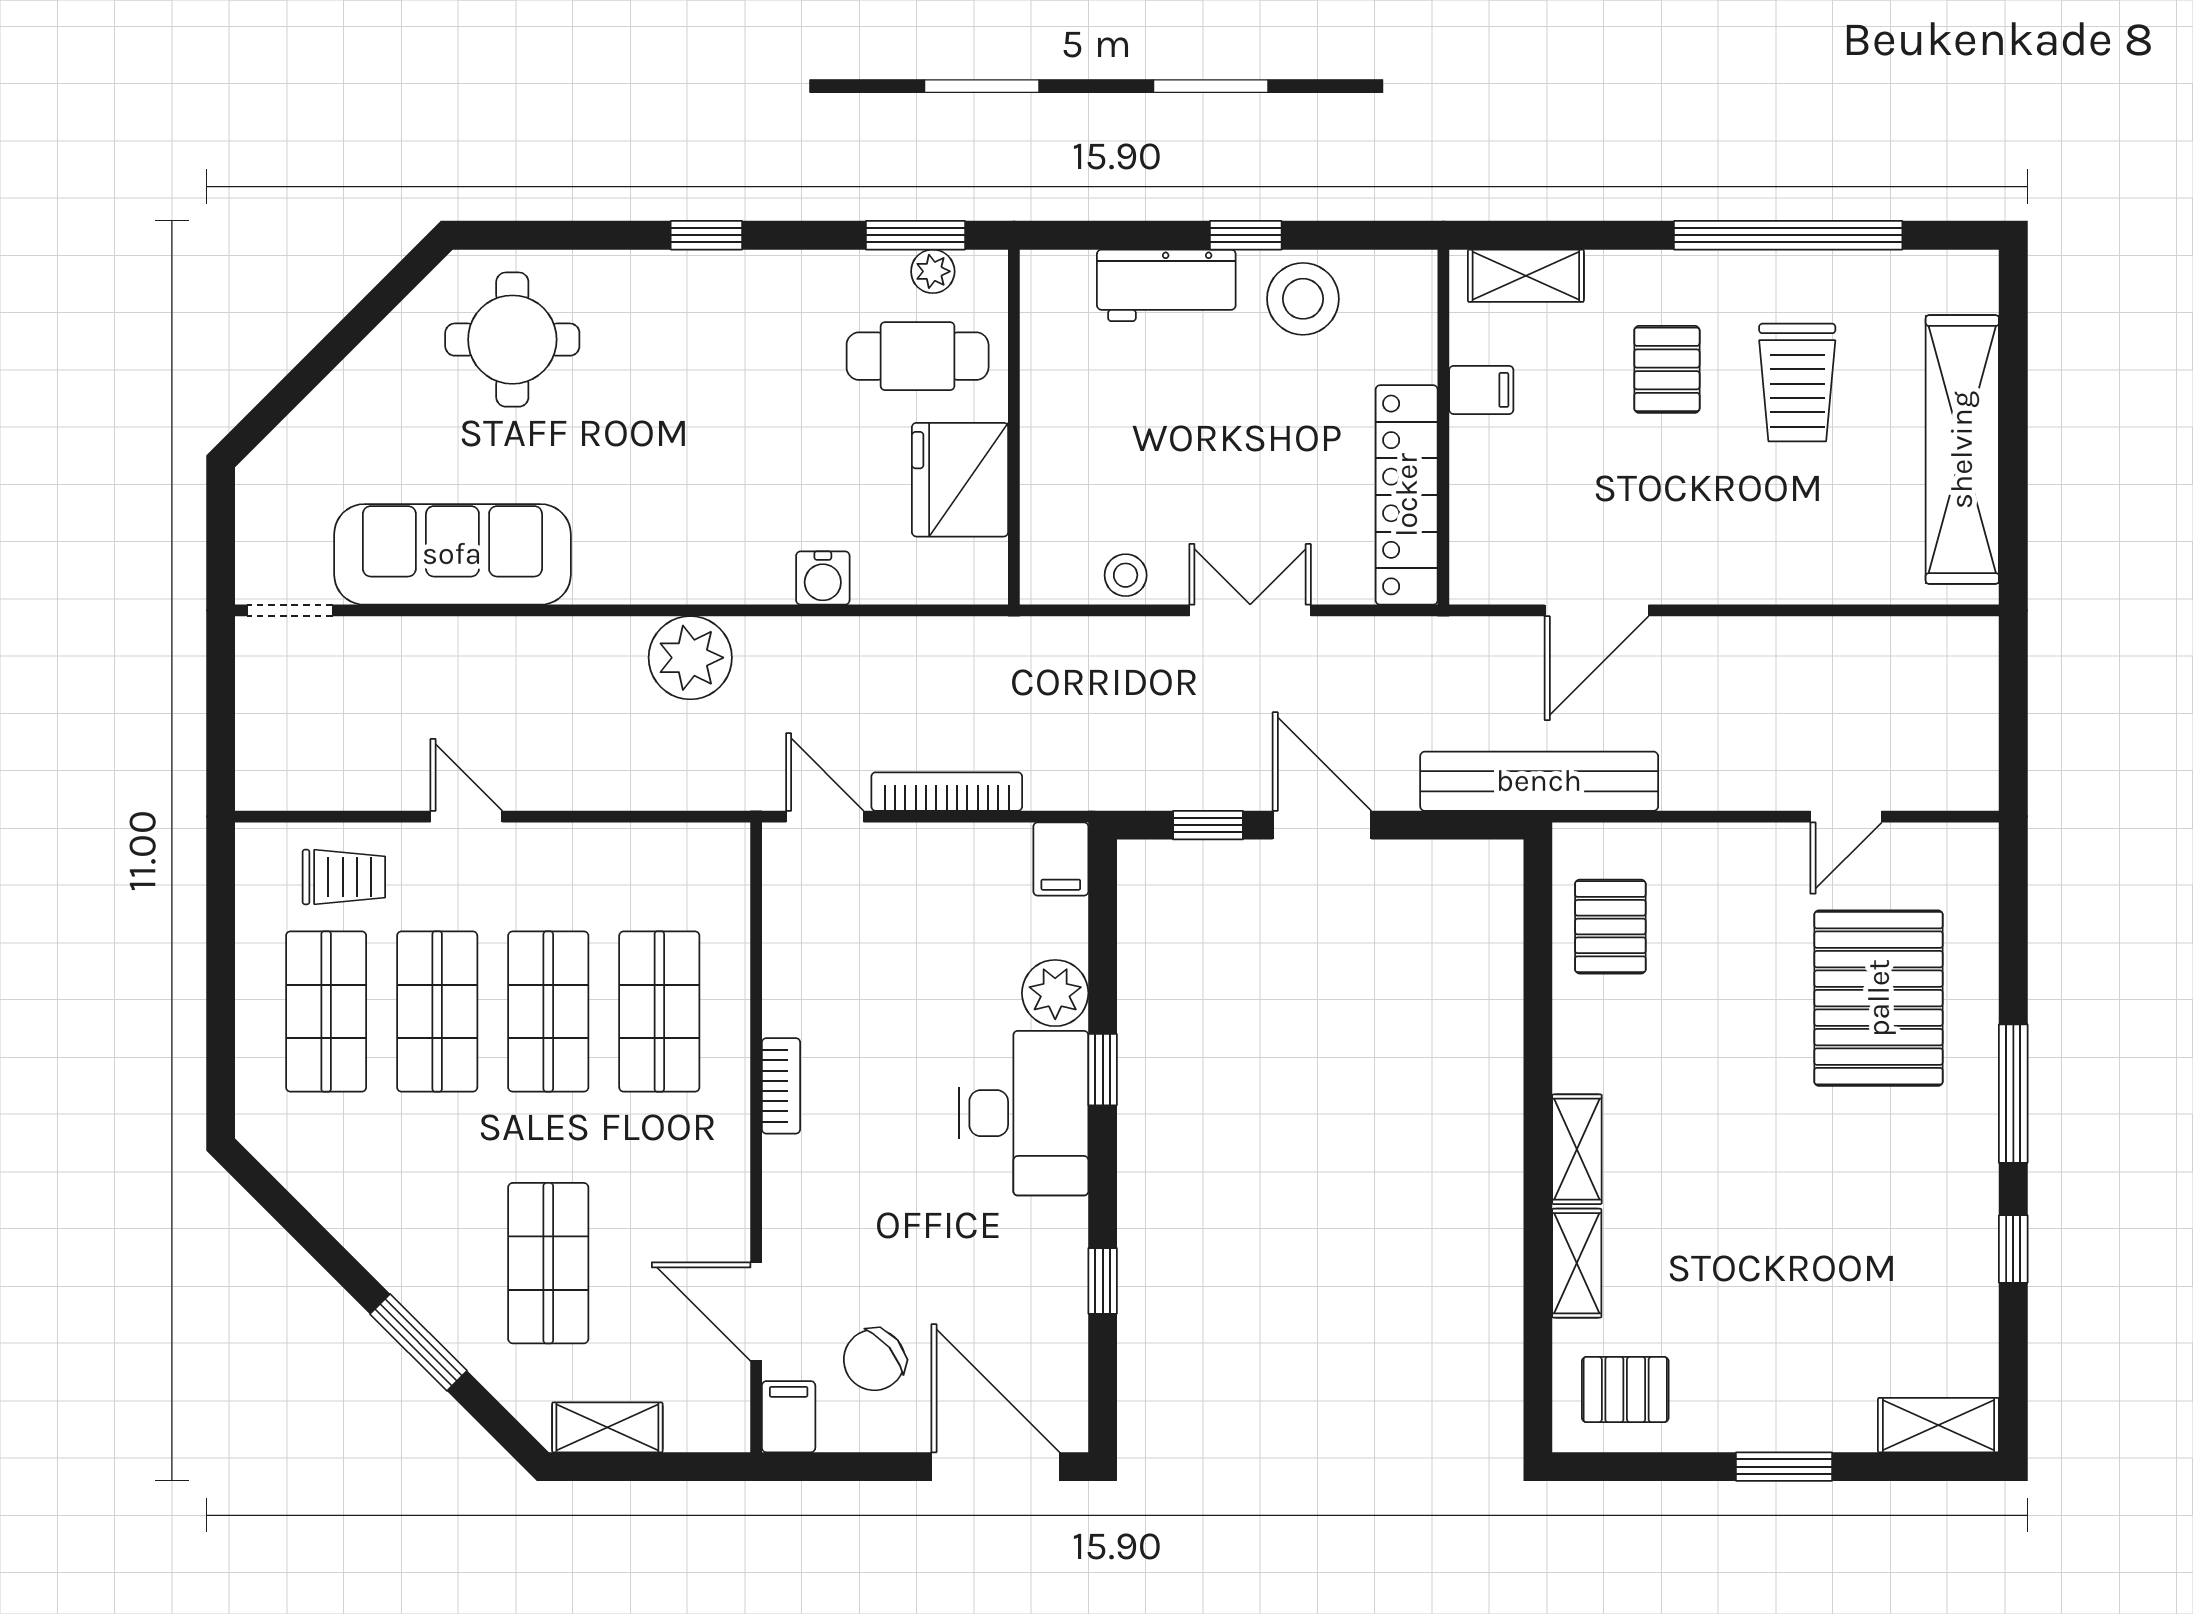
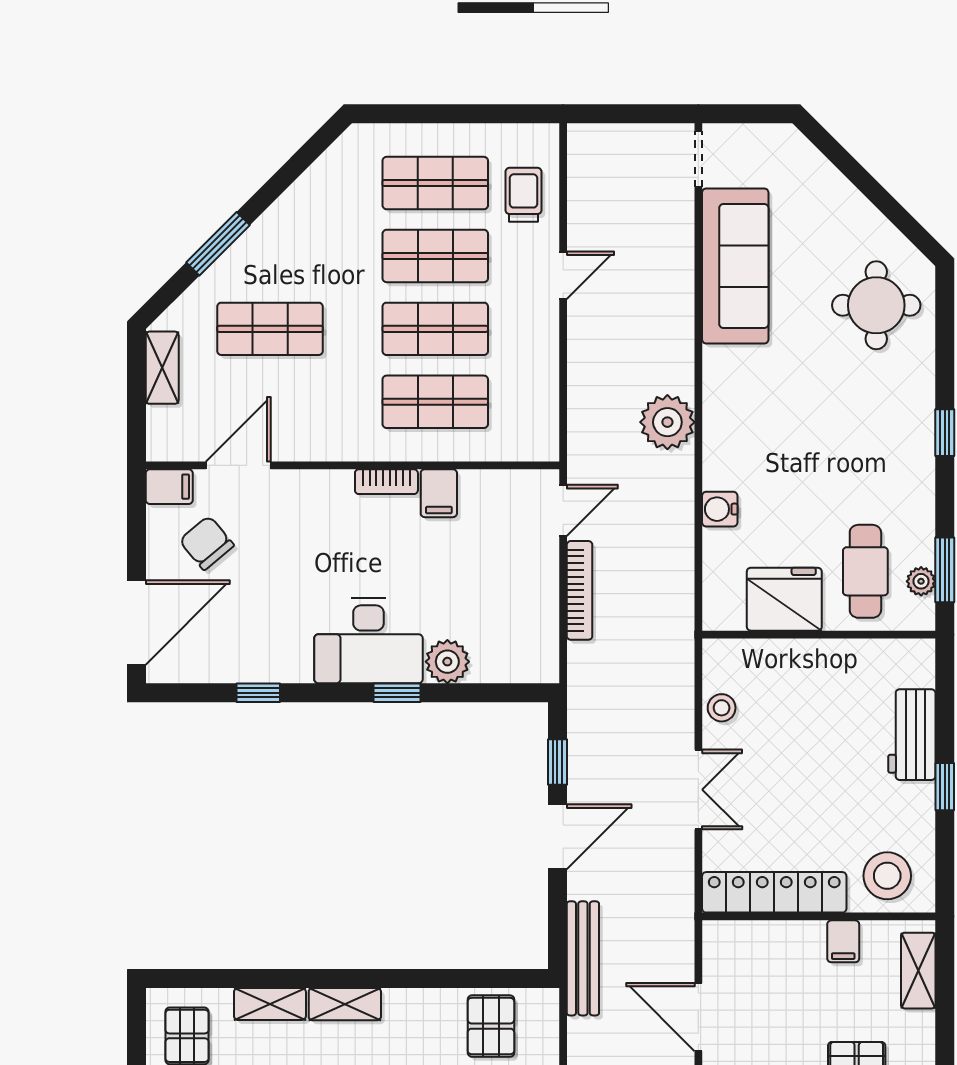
stool: (1303, 299) -> (887, 876), moved
bench: (1539, 781) -> (583, 958), width x0.73, depth x0.82
filing cabinet: (1061, 859) -> (439, 493), moved, turned -90
trolley: (344, 877) -> (523, 195), turned 180
pallet: (1610, 927) -> (491, 1026), turned 90

